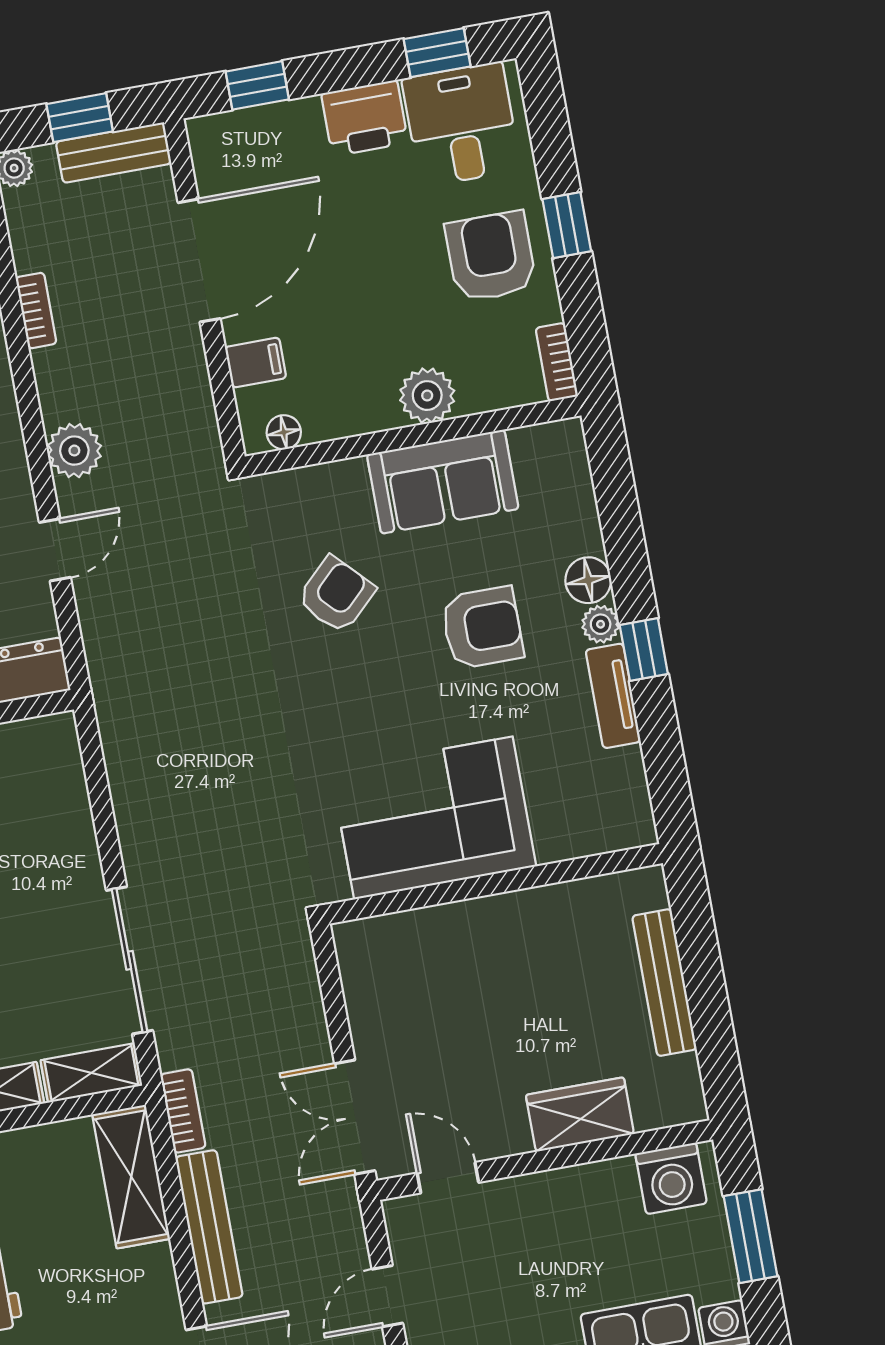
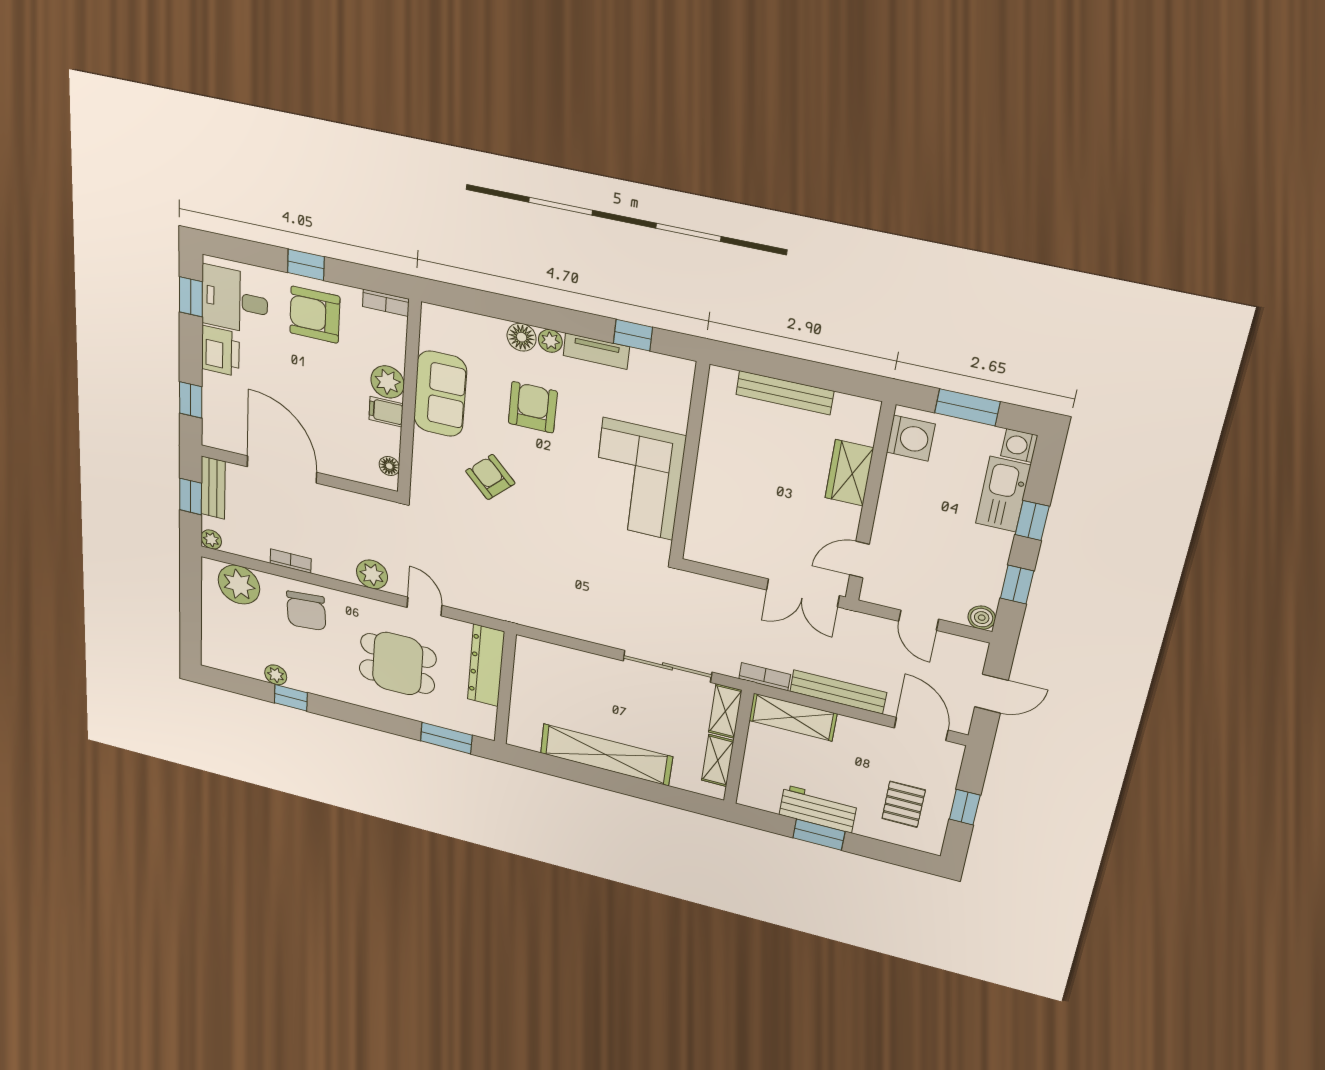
filing cabinet: (256, 363) -> (386, 412), moved, turned -90
window: (644, 649) -> (633, 335), moved

